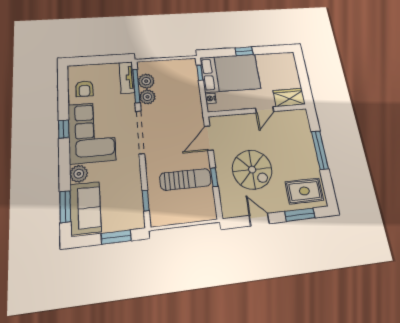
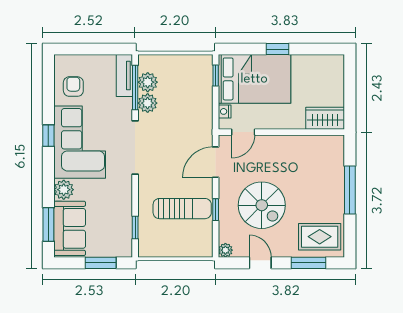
armchair: (84, 89) -> (73, 87), turned 180
door: (265, 110) -> (243, 132), moved
plant: (228, 212) -> (225, 250), added

